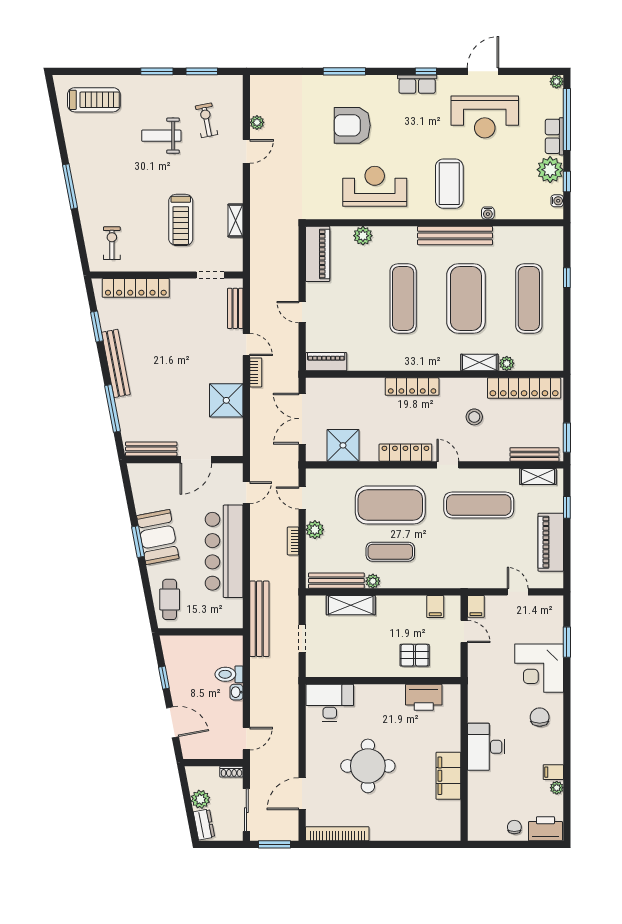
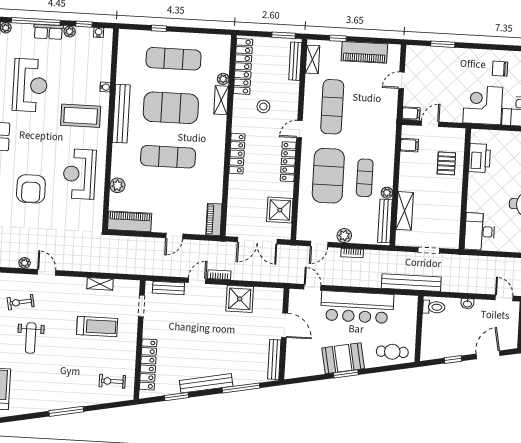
plant: (550, 170) -> (70, 32), width x0.53, depth x0.53
corner desk: (539, 668) -> (483, 105), moved, turned 180
toilet: (229, 674) -> (434, 307), moved, turned -90

